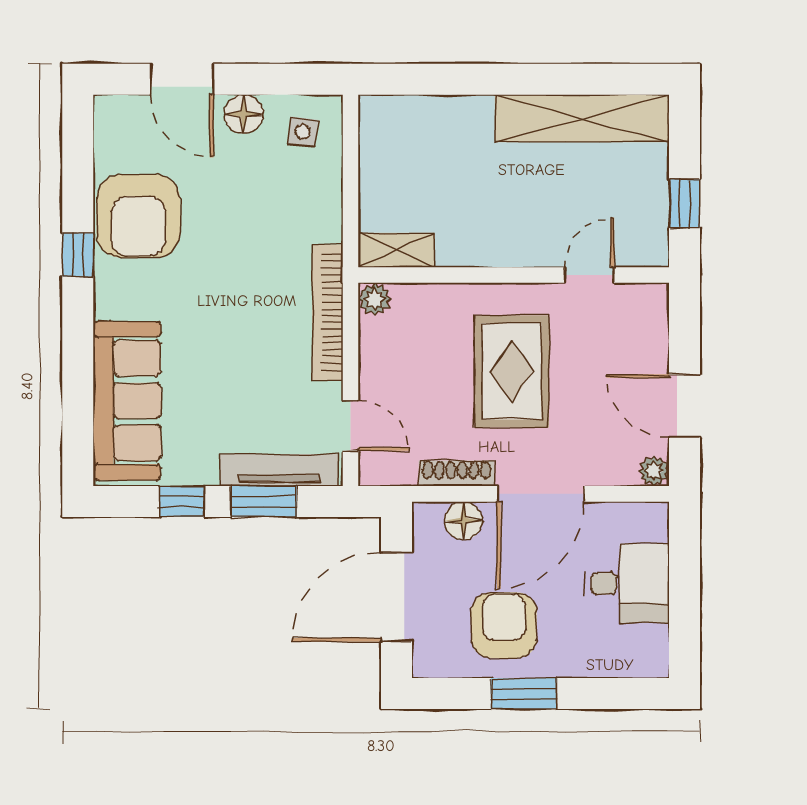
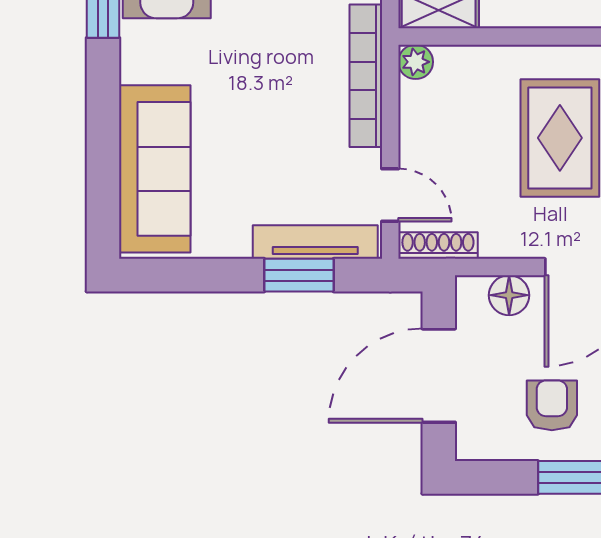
shoe rack: (457, 473) -> (438, 246), moved
window: (181, 502) -> (212, 275), removed
armchair: (504, 625) -> (552, 405), width x0.72, depth x0.72

